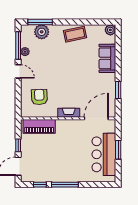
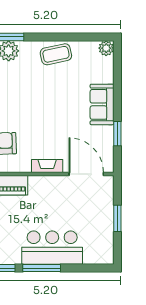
sofa: (107, 58) -> (102, 104), moved
door: (96, 118) -> (86, 174), hinge flipped
bar counter: (104, 154) -> (52, 248), moved, turned 90

